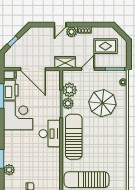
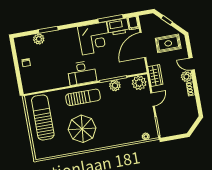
rug: (105, 46) -> (168, 43), moved, turned 90
door: (88, 69) -> (153, 99), hinge flipped
plant: (69, 90) -> (139, 83), moved
parasol: (102, 103) -> (82, 129), moved
sun lounger: (74, 137) -> (83, 97), width x0.73, depth x0.75

